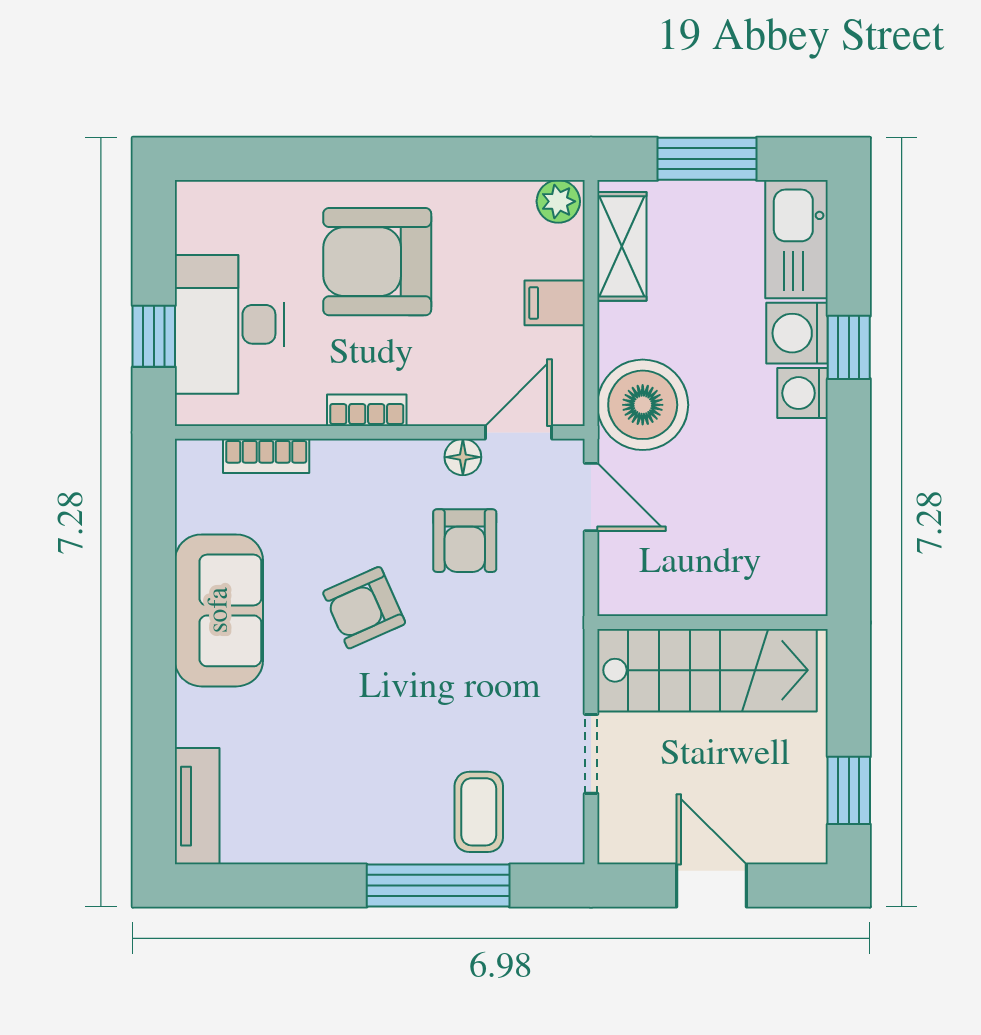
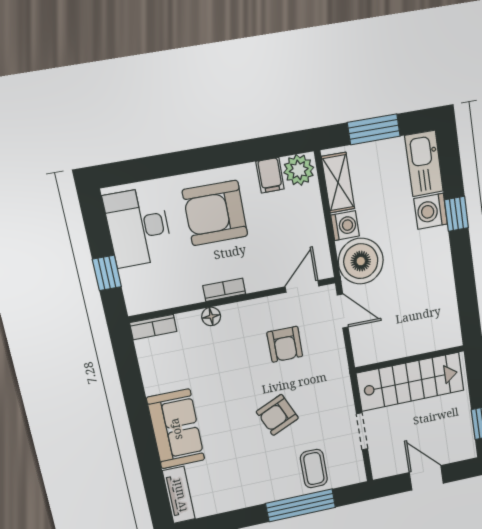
plant: (558, 201) -> (299, 170), width x1.38, depth x1.38
filing cabinet: (555, 303) -> (270, 175), moved, turned -90
desk: (229, 324) -> (138, 227), moved
washing machine: (803, 393) -> (345, 226), moved, turned 180
bookcase: (266, 456) -> (153, 327), moved
floor lamp: (463, 457) -> (211, 316), moved
armchair: (364, 608) -> (277, 415), moved
sofa: (219, 610) -> (176, 429), moved

